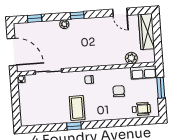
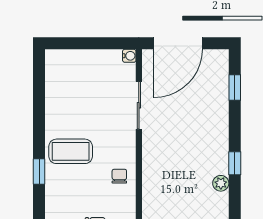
plant: (64, 24) -> (221, 183), moved
window: (74, 126) -> (39, 171), moved

